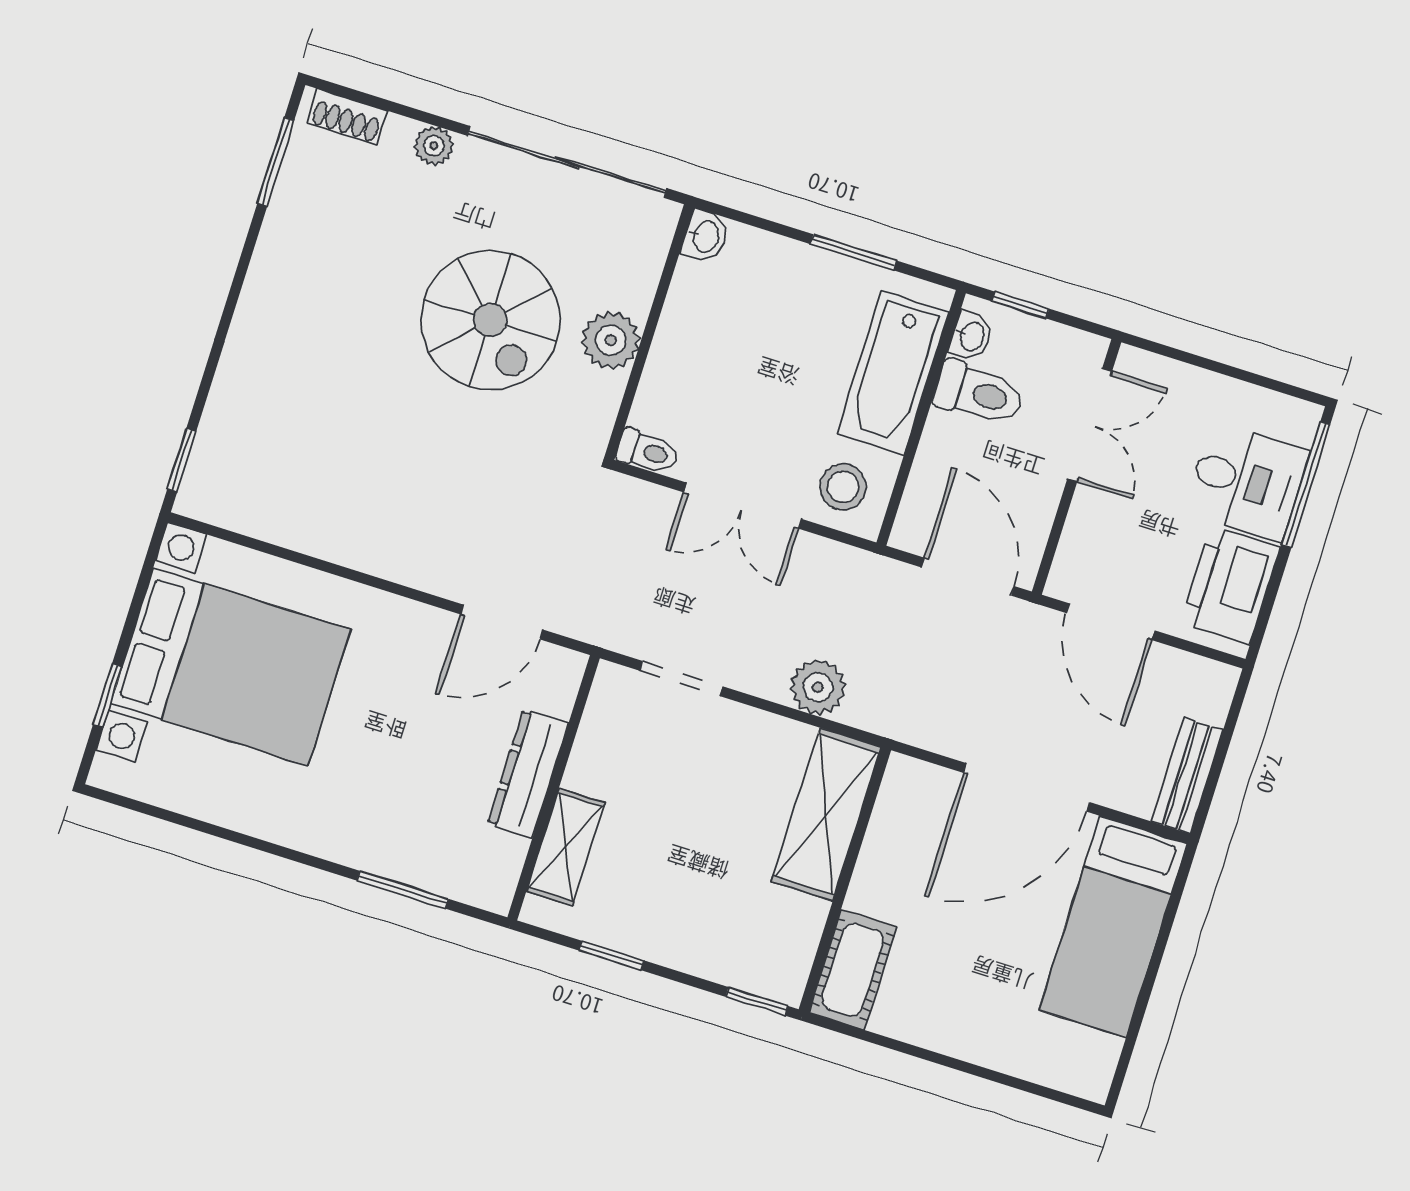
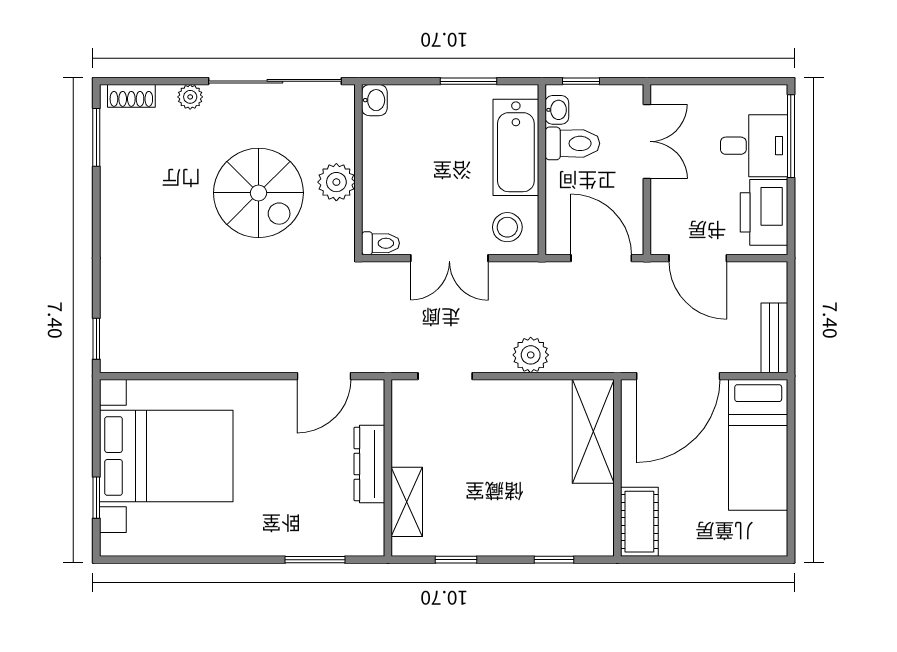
shelving: (826, 814) -> (593, 431), moved
wall: (845, 880) -> (617, 468), moved
cot: (853, 970) -> (639, 522), moved

